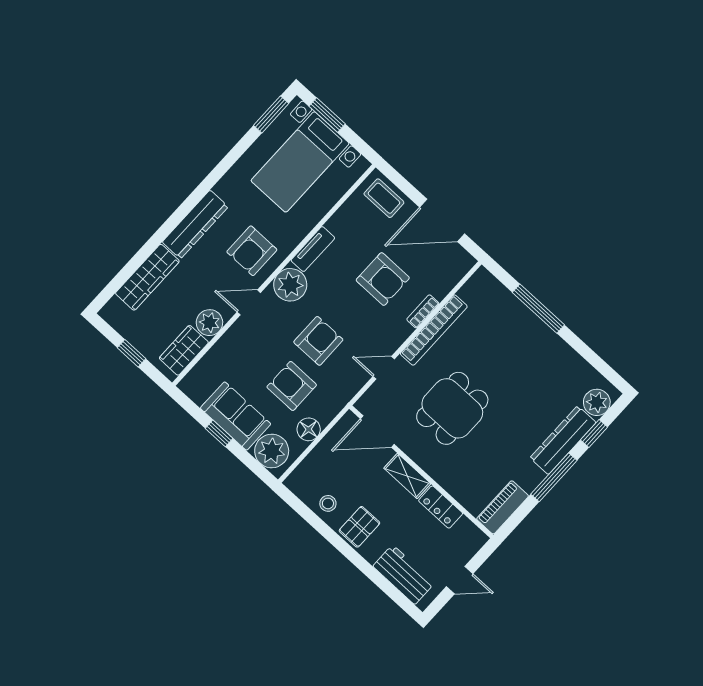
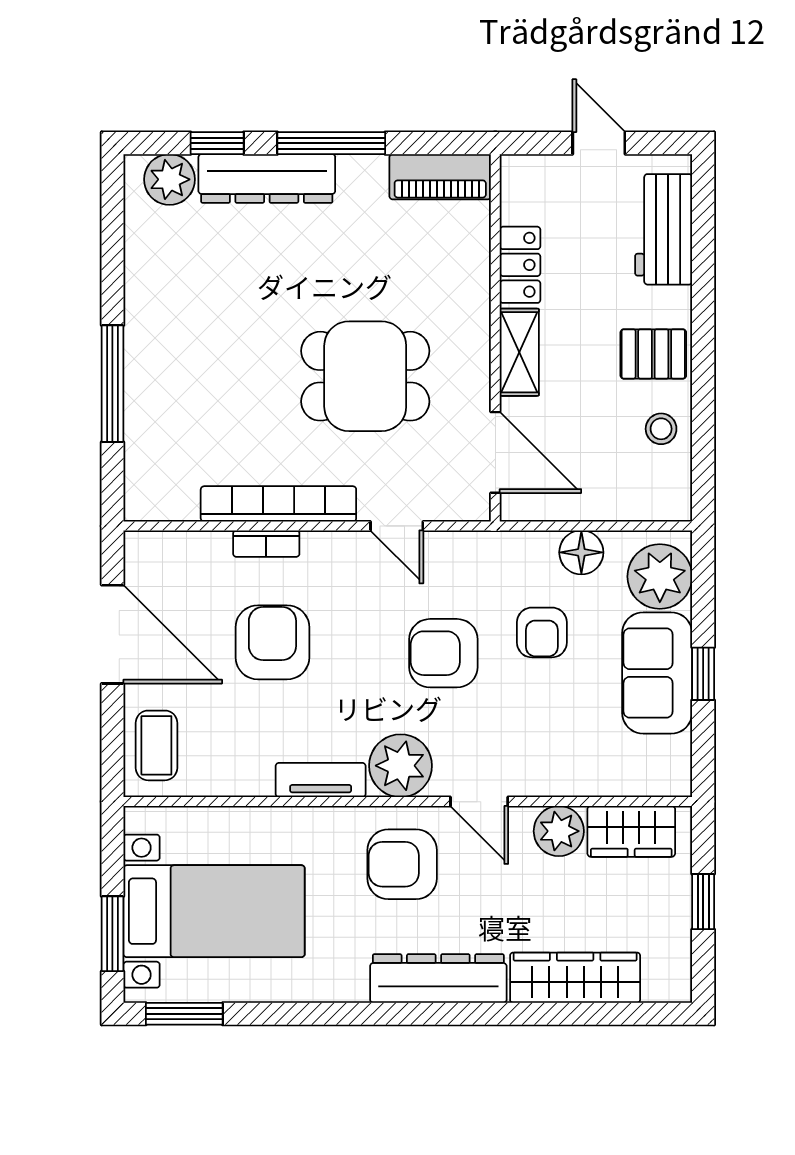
armchair: (252, 251) -> (402, 864), turned 180
armchair: (292, 386) -> (542, 632), width x0.72, depth x0.72

